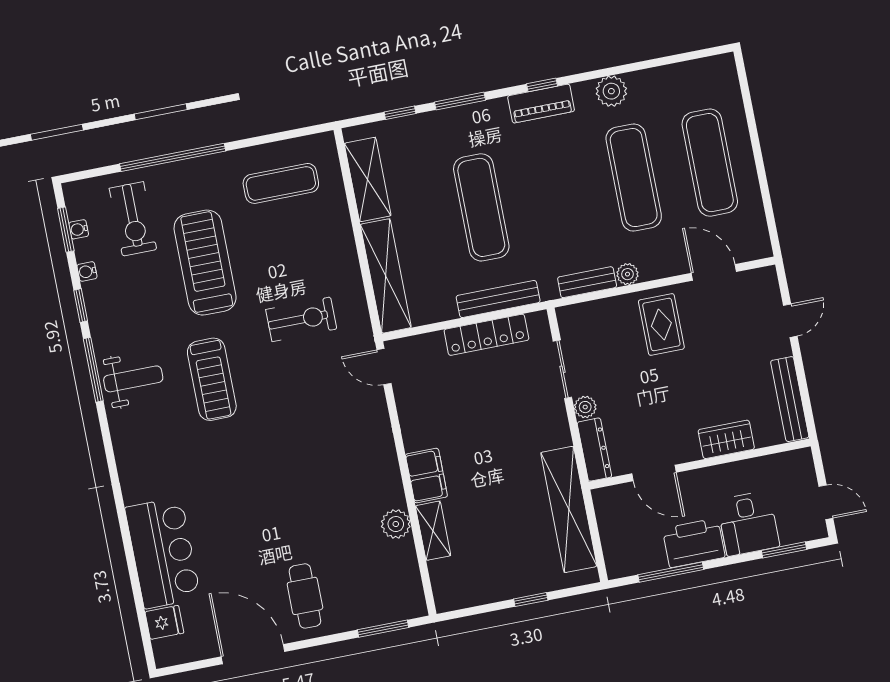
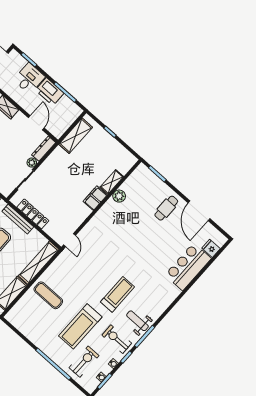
exercise mat: (281, 183) -> (48, 295), moved
exercise bike: (301, 319) -> (117, 339), moved
shelving: (569, 509) -> (76, 136), width x0.68

